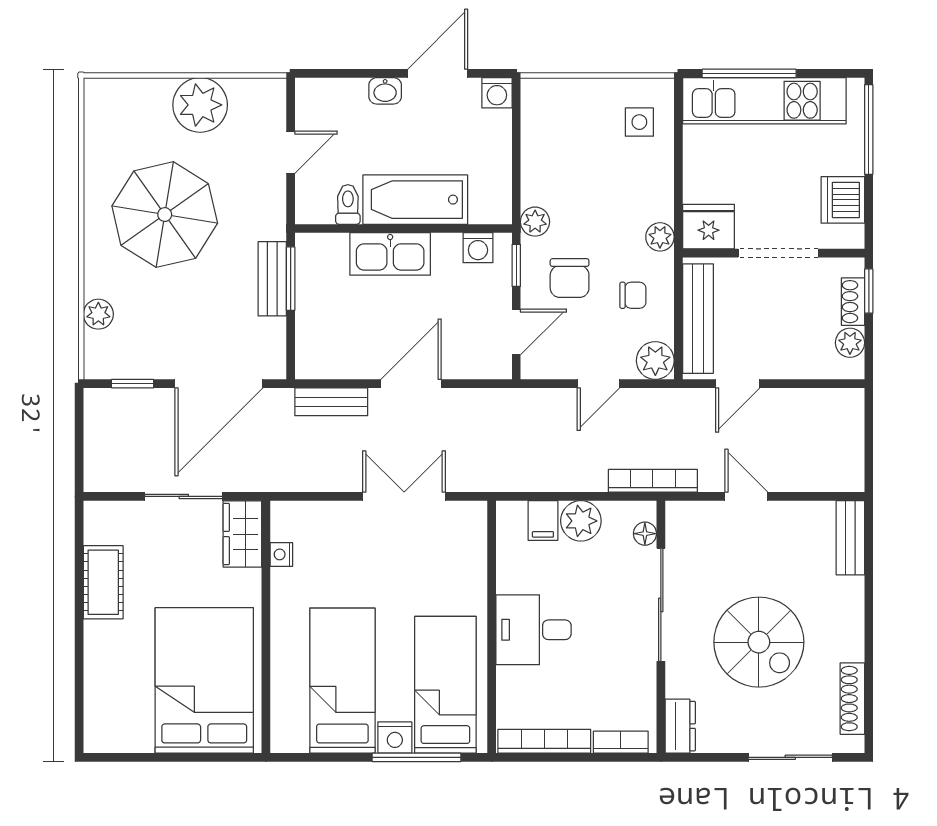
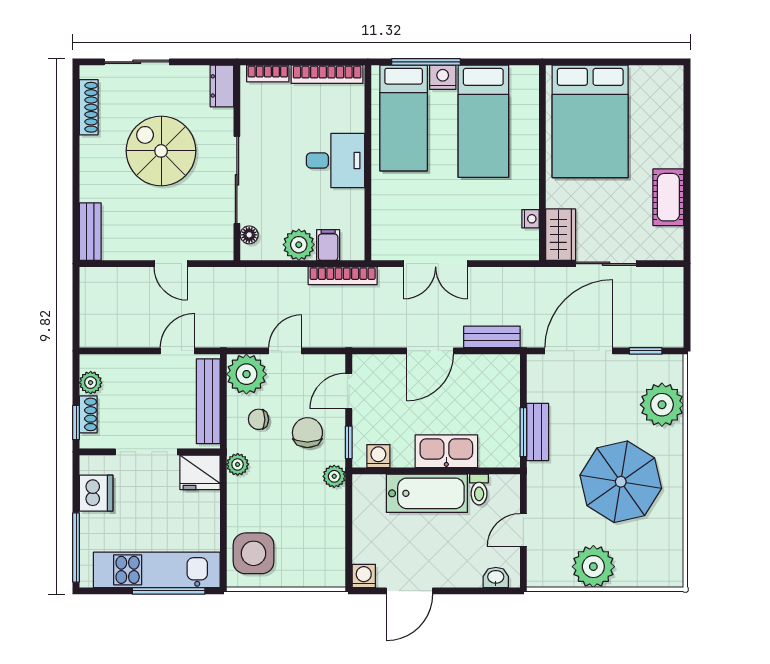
washbasin: (385, 91) -> (496, 577), moved
side table: (639, 122) -> (254, 553), width x1.87, depth x1.87
plant: (98, 314) -> (662, 405), width x1.88, depth x1.88
plant: (655, 361) -> (246, 374), width x1.36, depth x1.36
bookcase: (653, 481) -> (343, 276), moved

